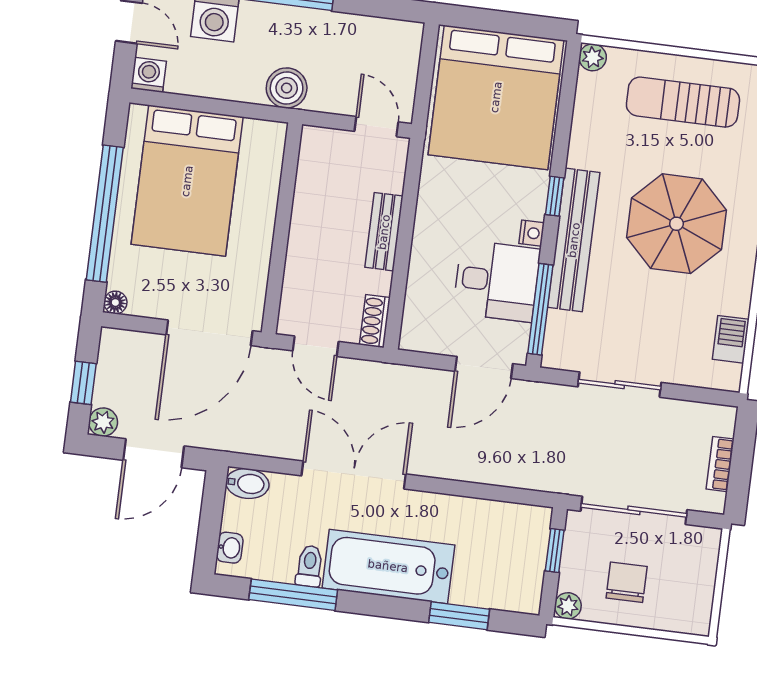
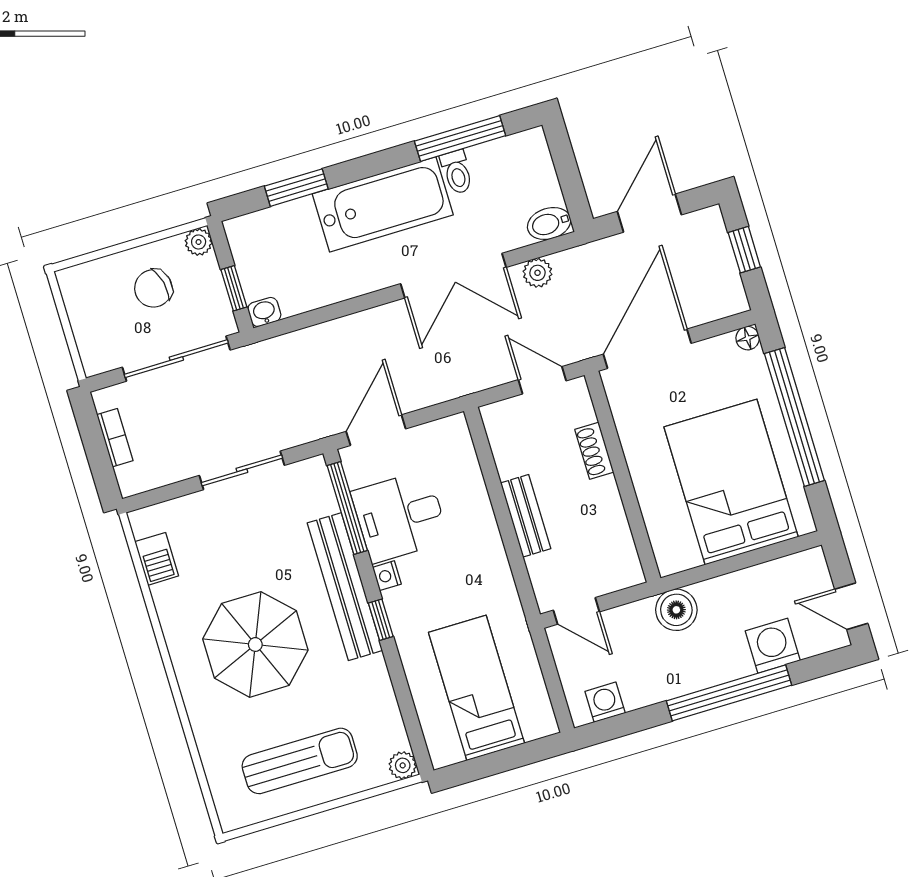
washing machine: (149, 75) -> (605, 702), moved, turned 180
bed: (496, 97) -> (477, 688), width x0.49
shoe rack: (375, 321) -> (594, 451), moved, turned 180
plant: (103, 422) -> (538, 273), moved
washbasin: (230, 548) -> (264, 312), moved, turned 90
chair: (627, 582) -> (153, 288), turned 77

